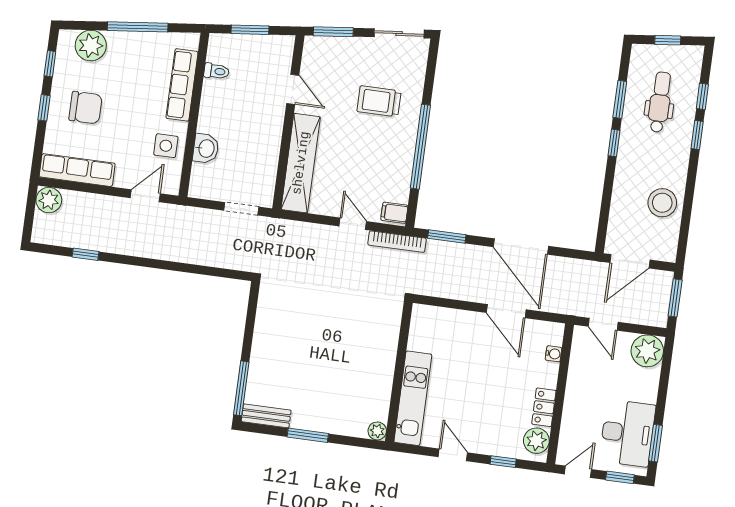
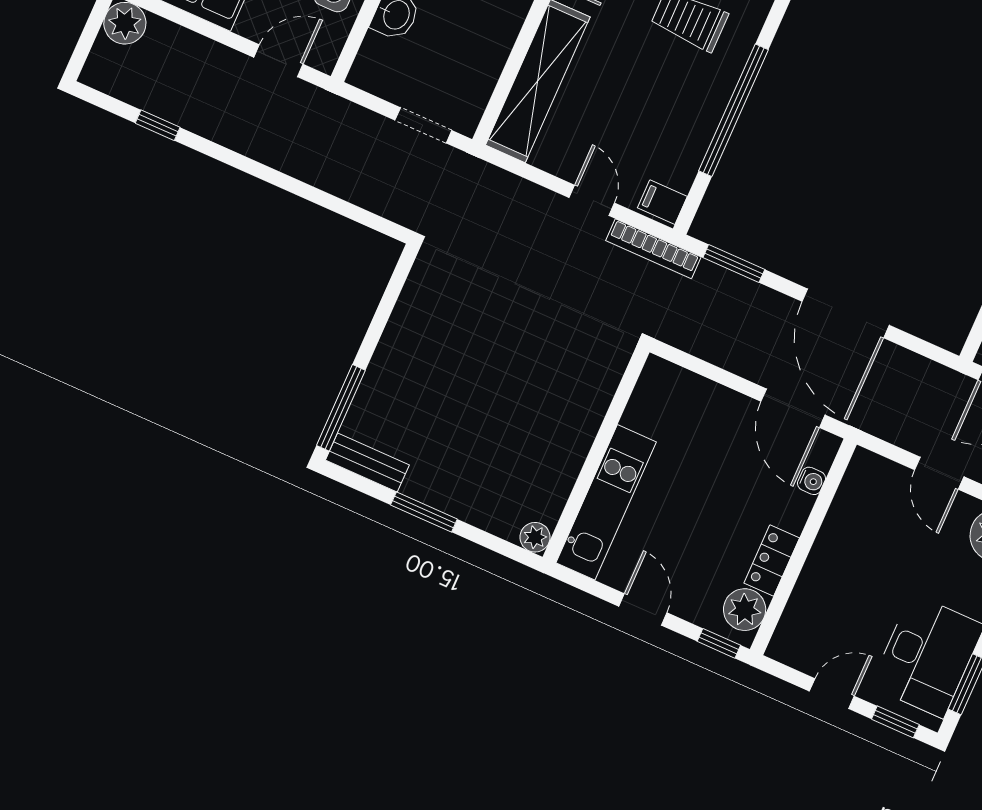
water cooler: (554, 354) -> (811, 481), moved
wall: (560, 394) -> (803, 547), moved
locker: (544, 407) -> (772, 561), moved
plant: (536, 441) -> (745, 610), moved

